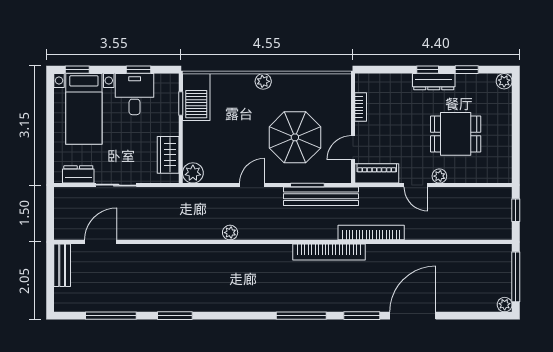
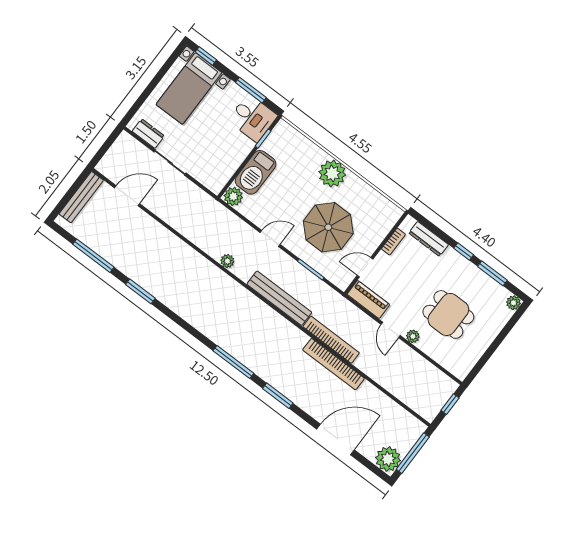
window: (138, 70) -> (251, 90), width x1.50
window: (467, 70) -> (492, 273), width x1.50
plant: (263, 81) -> (332, 173), width x1.88, depth x1.88
dresser: (434, 82) -> (429, 239), moved
desk: (135, 94) -> (253, 118), moved, turned 90
barbecue: (196, 97) -> (256, 172), moved
wardrobe: (168, 155) -> (225, 169), removed
bench: (321, 196) -> (279, 298), moved
bookcase: (329, 252) -> (334, 364), moved
bench: (62, 265) -> (81, 197), width x1.36
plant: (505, 305) -> (388, 459), width x1.88, depth x1.88
door: (413, 316) -> (335, 439), moved

